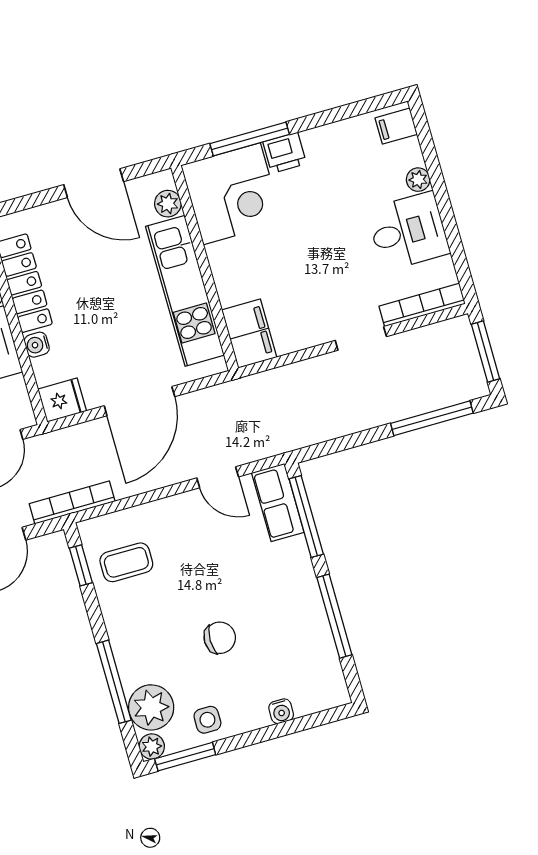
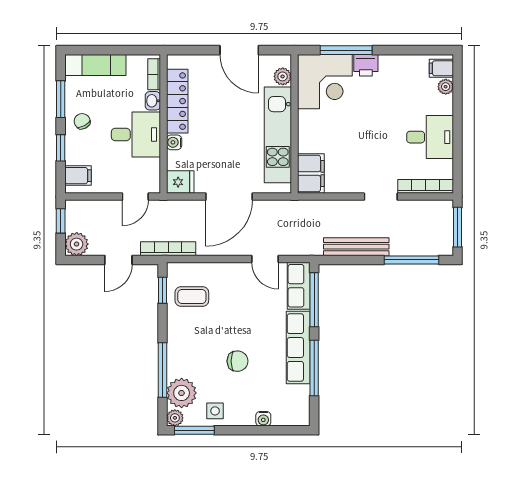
plant: (418, 180) -> (446, 87), moved
bench: (346, 422) -> (356, 247), added
row of seats: (303, 593) -> (298, 348), added

